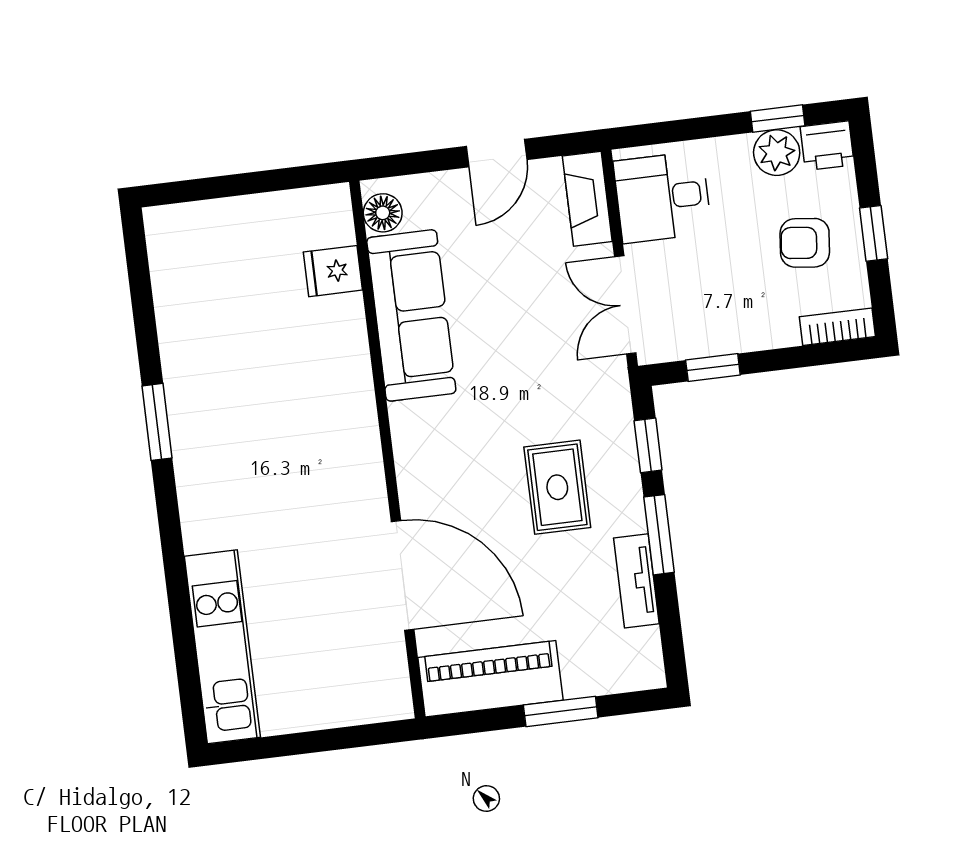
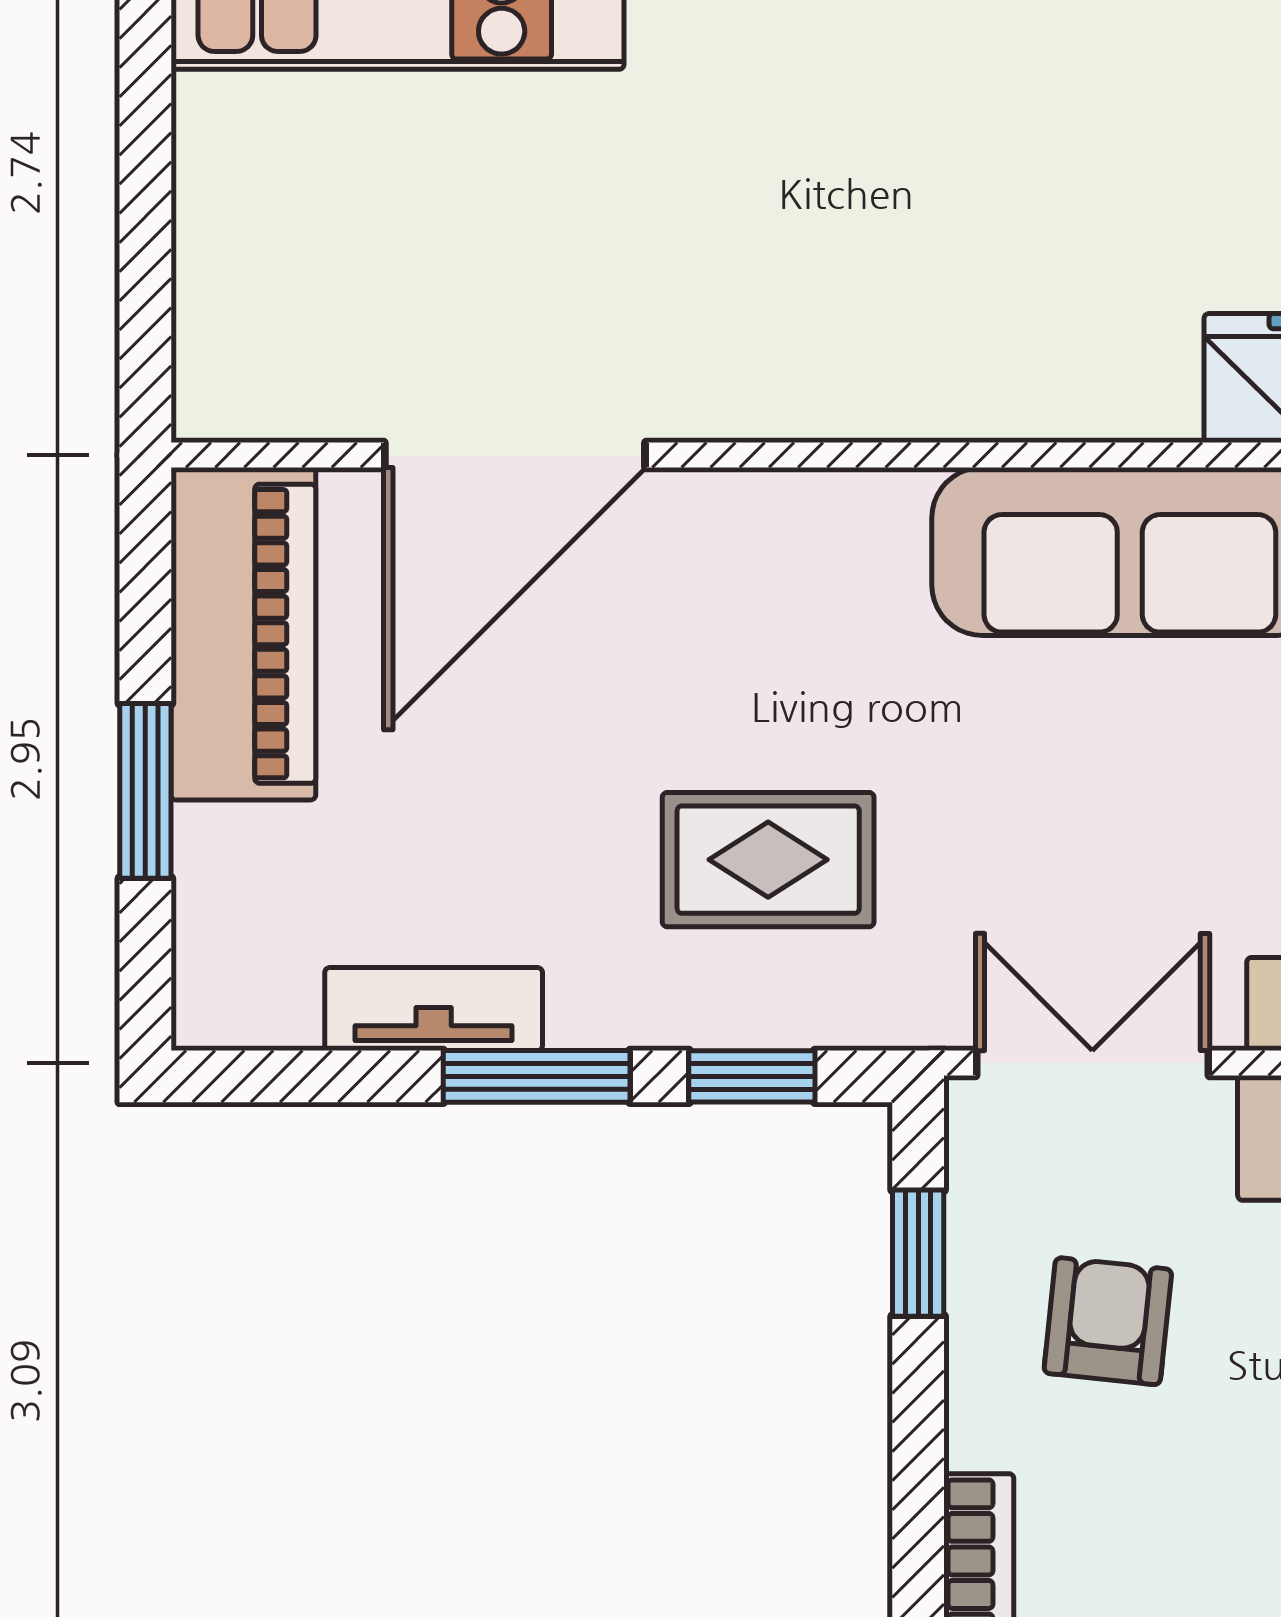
armchair: (805, 243) -> (1108, 1321), moved
rug: (557, 487) -> (768, 860), moved

